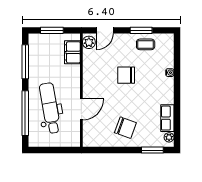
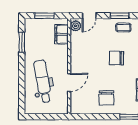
window: (25, 62) -> (22, 42), width x0.69
chair: (126, 75) -> (117, 58), moved
window: (25, 113) -> (22, 86), removed
chair: (125, 128) -> (106, 98), turned 70

